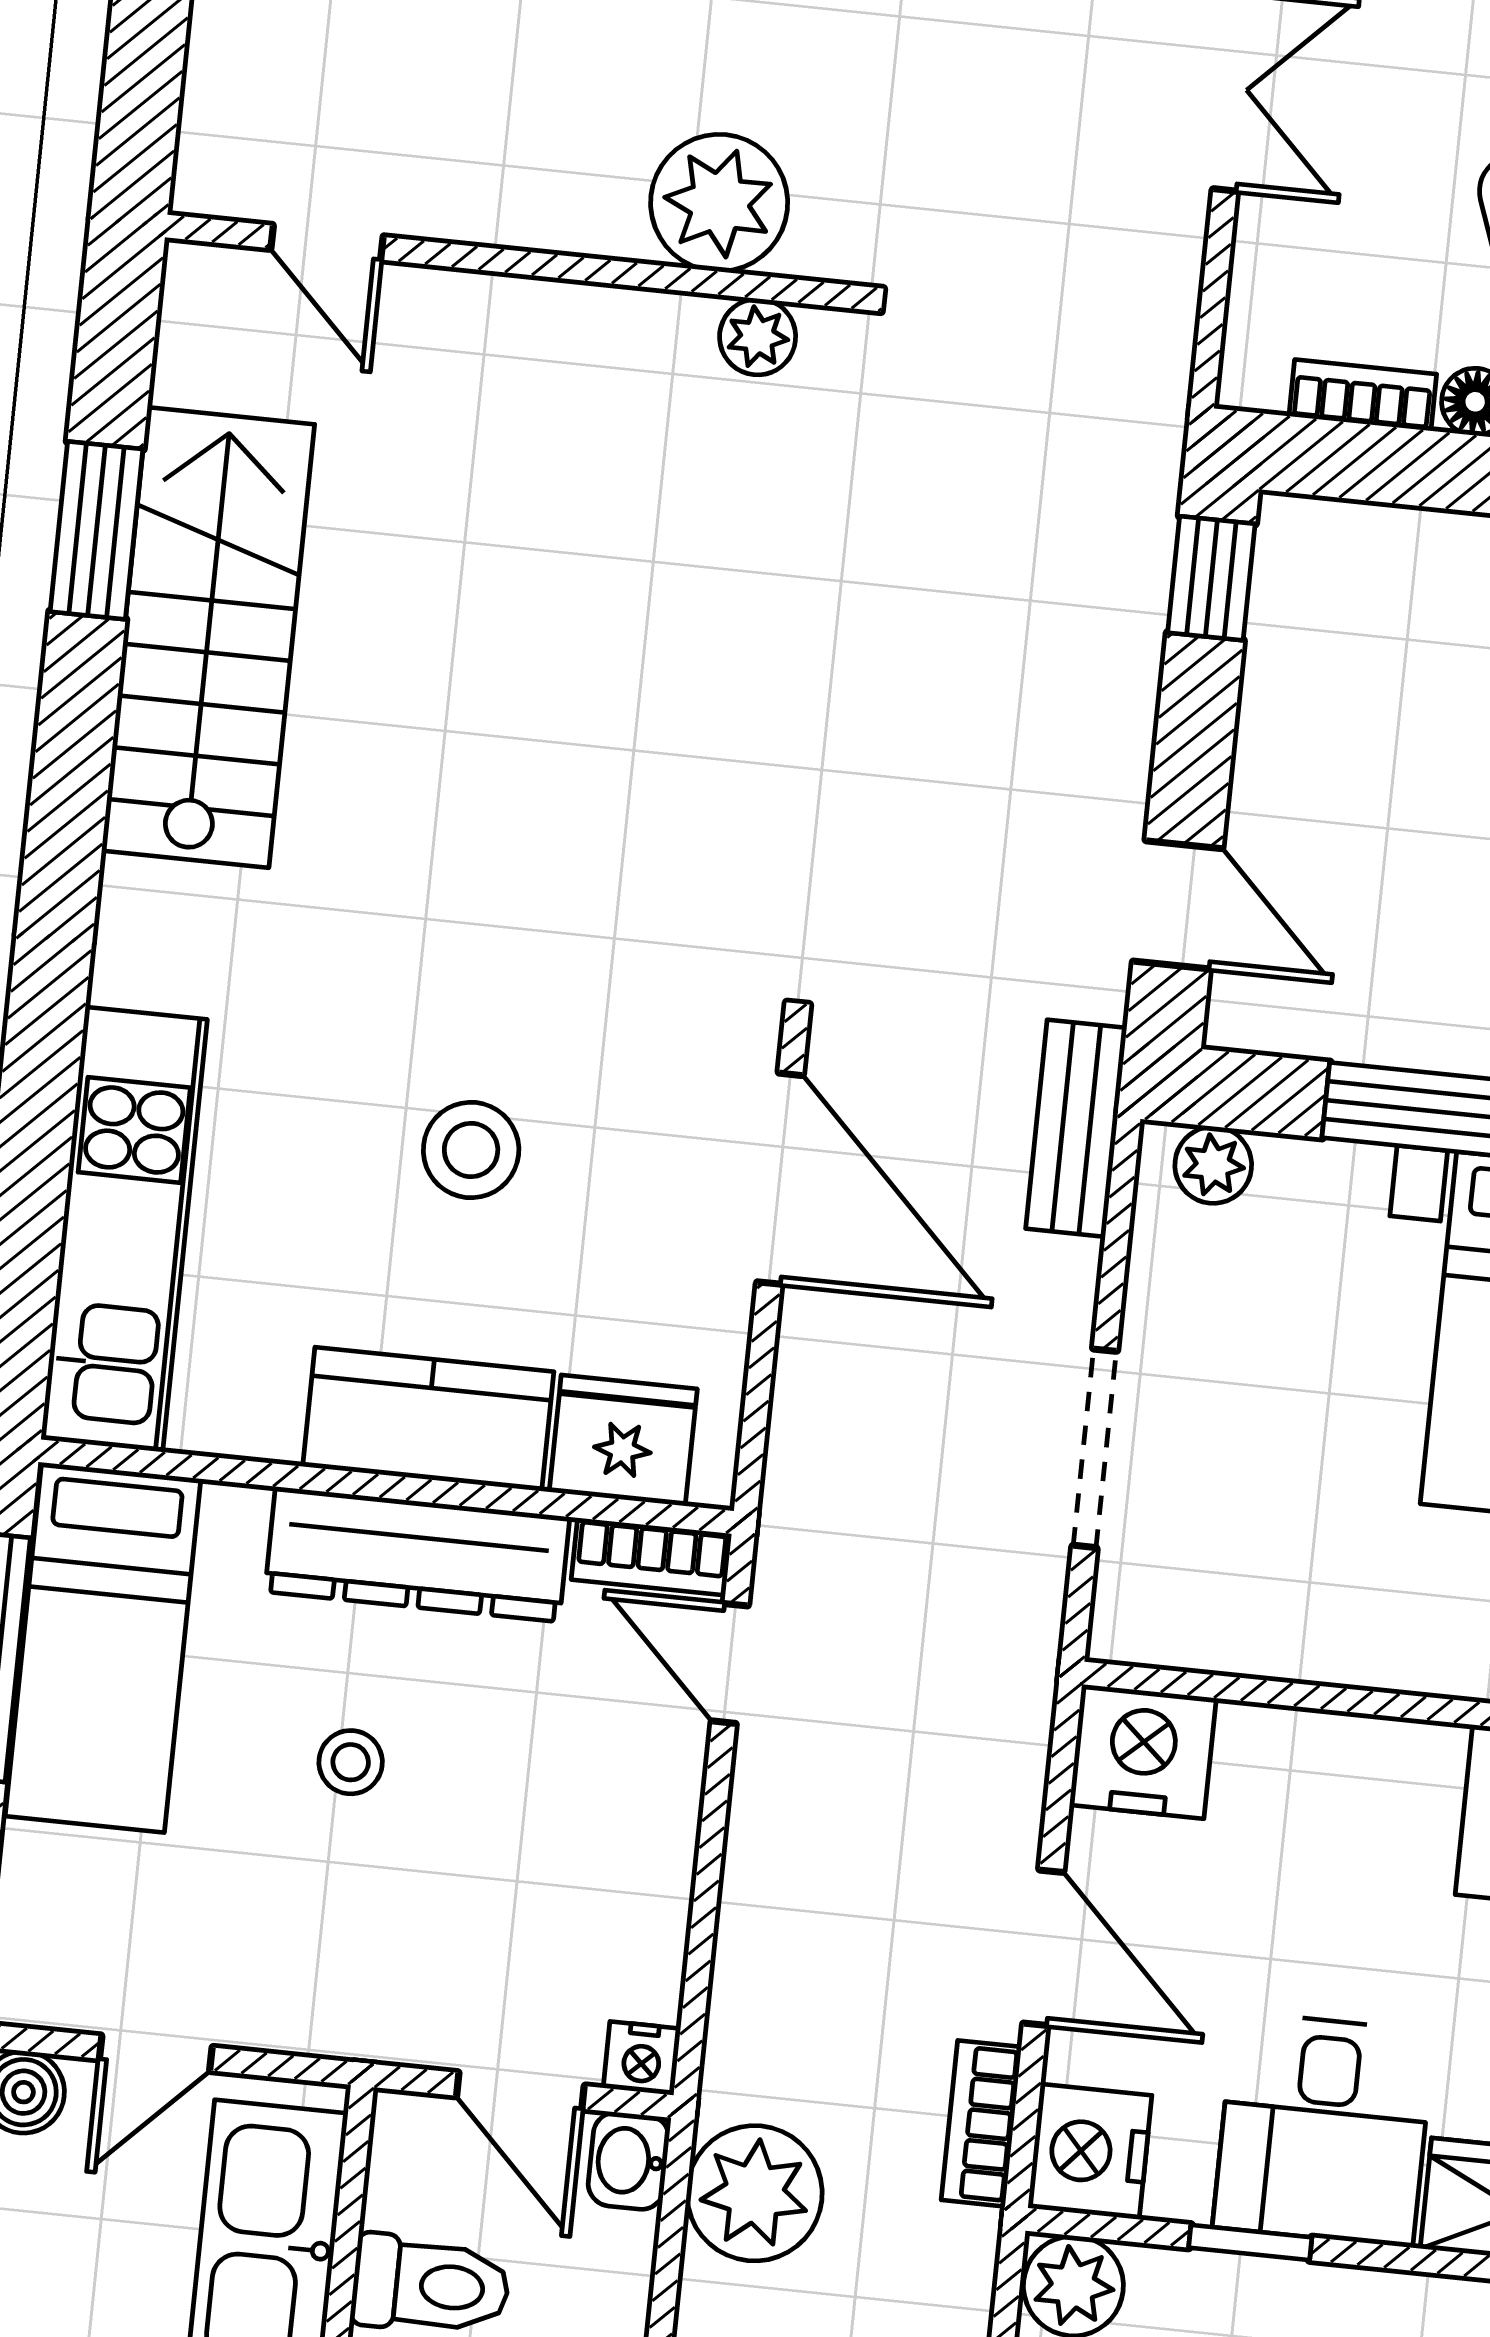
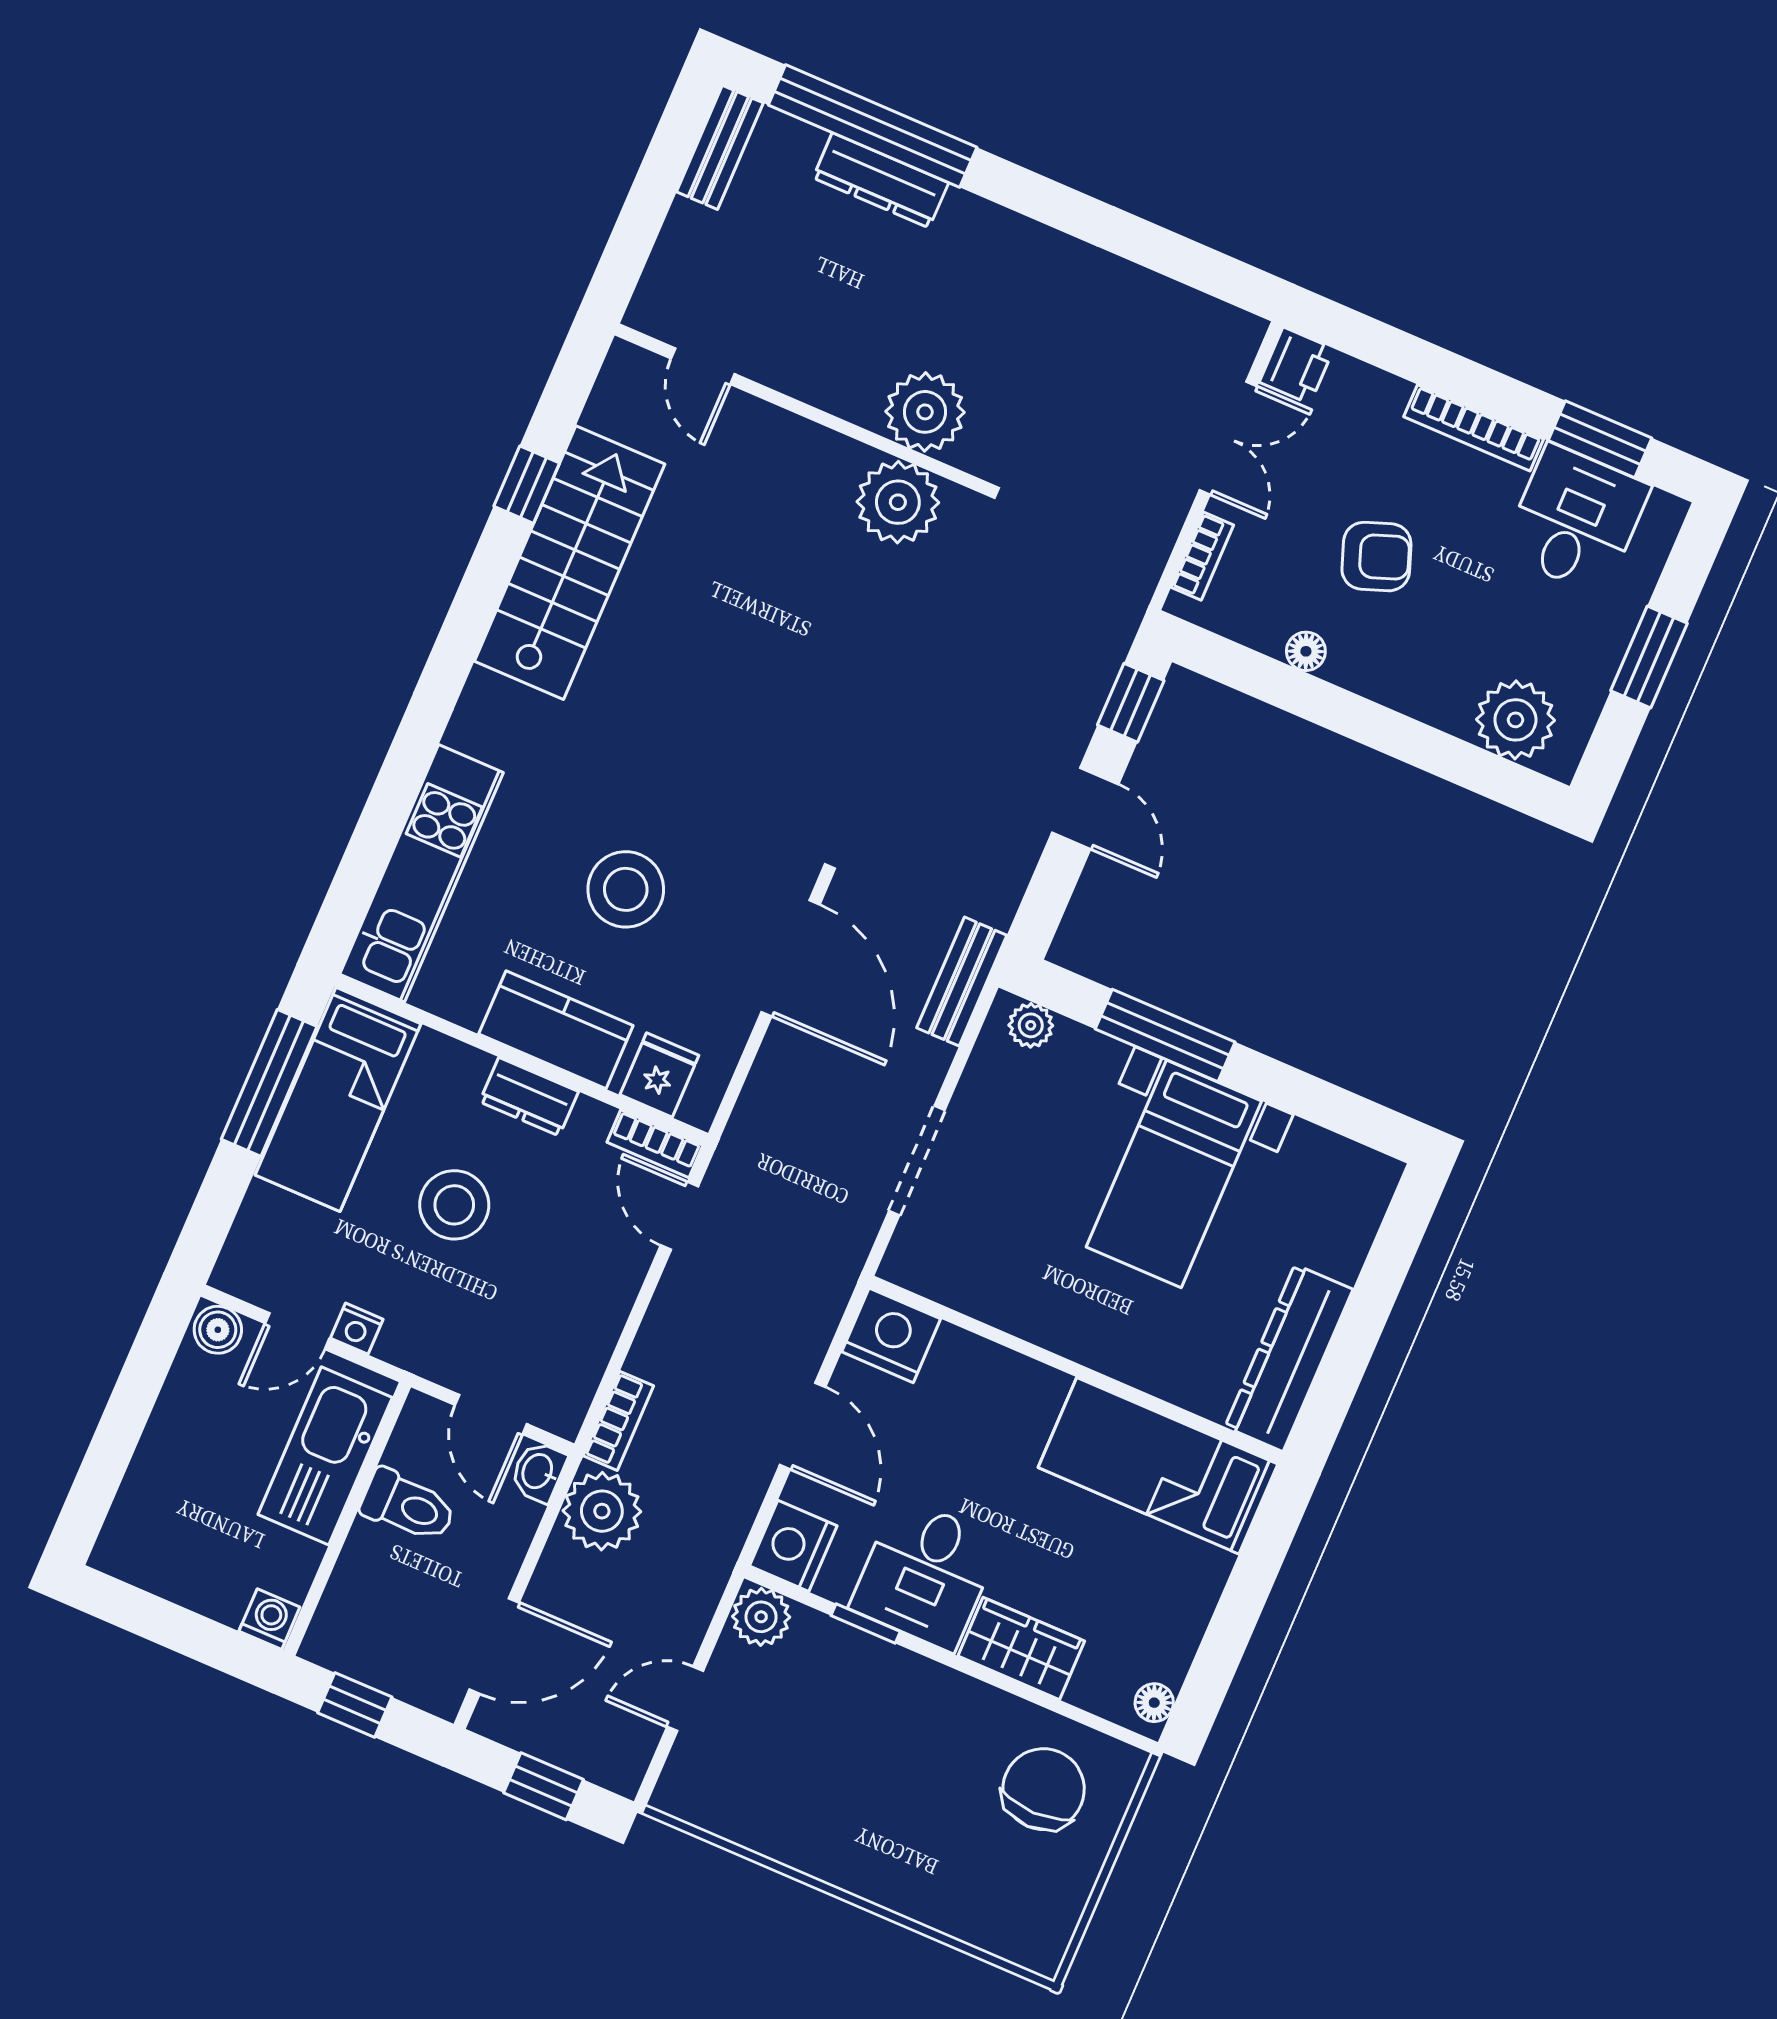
plant: (758, 337) -> (898, 502), width x1.87, depth x1.87
bookcase: (1363, 395) -> (1202, 556), moved, turned 90
window: (97, 530) -> (527, 485), width x0.67
door: (1178, 905) -> (1085, 808), moved
stool: (471, 1150) -> (626, 889), width x1.38, depth x1.38
fridge: (623, 1440) -> (659, 1075), width x0.72
dresser: (417, 1554) -> (529, 1097), width x0.51, depth x0.80
stool: (351, 1762) -> (454, 1205), width x1.89, depth x1.89
nightstand: (642, 2058) -> (357, 1329), moved
bookcase: (981, 2123) -> (618, 1421), moved, turned 180

